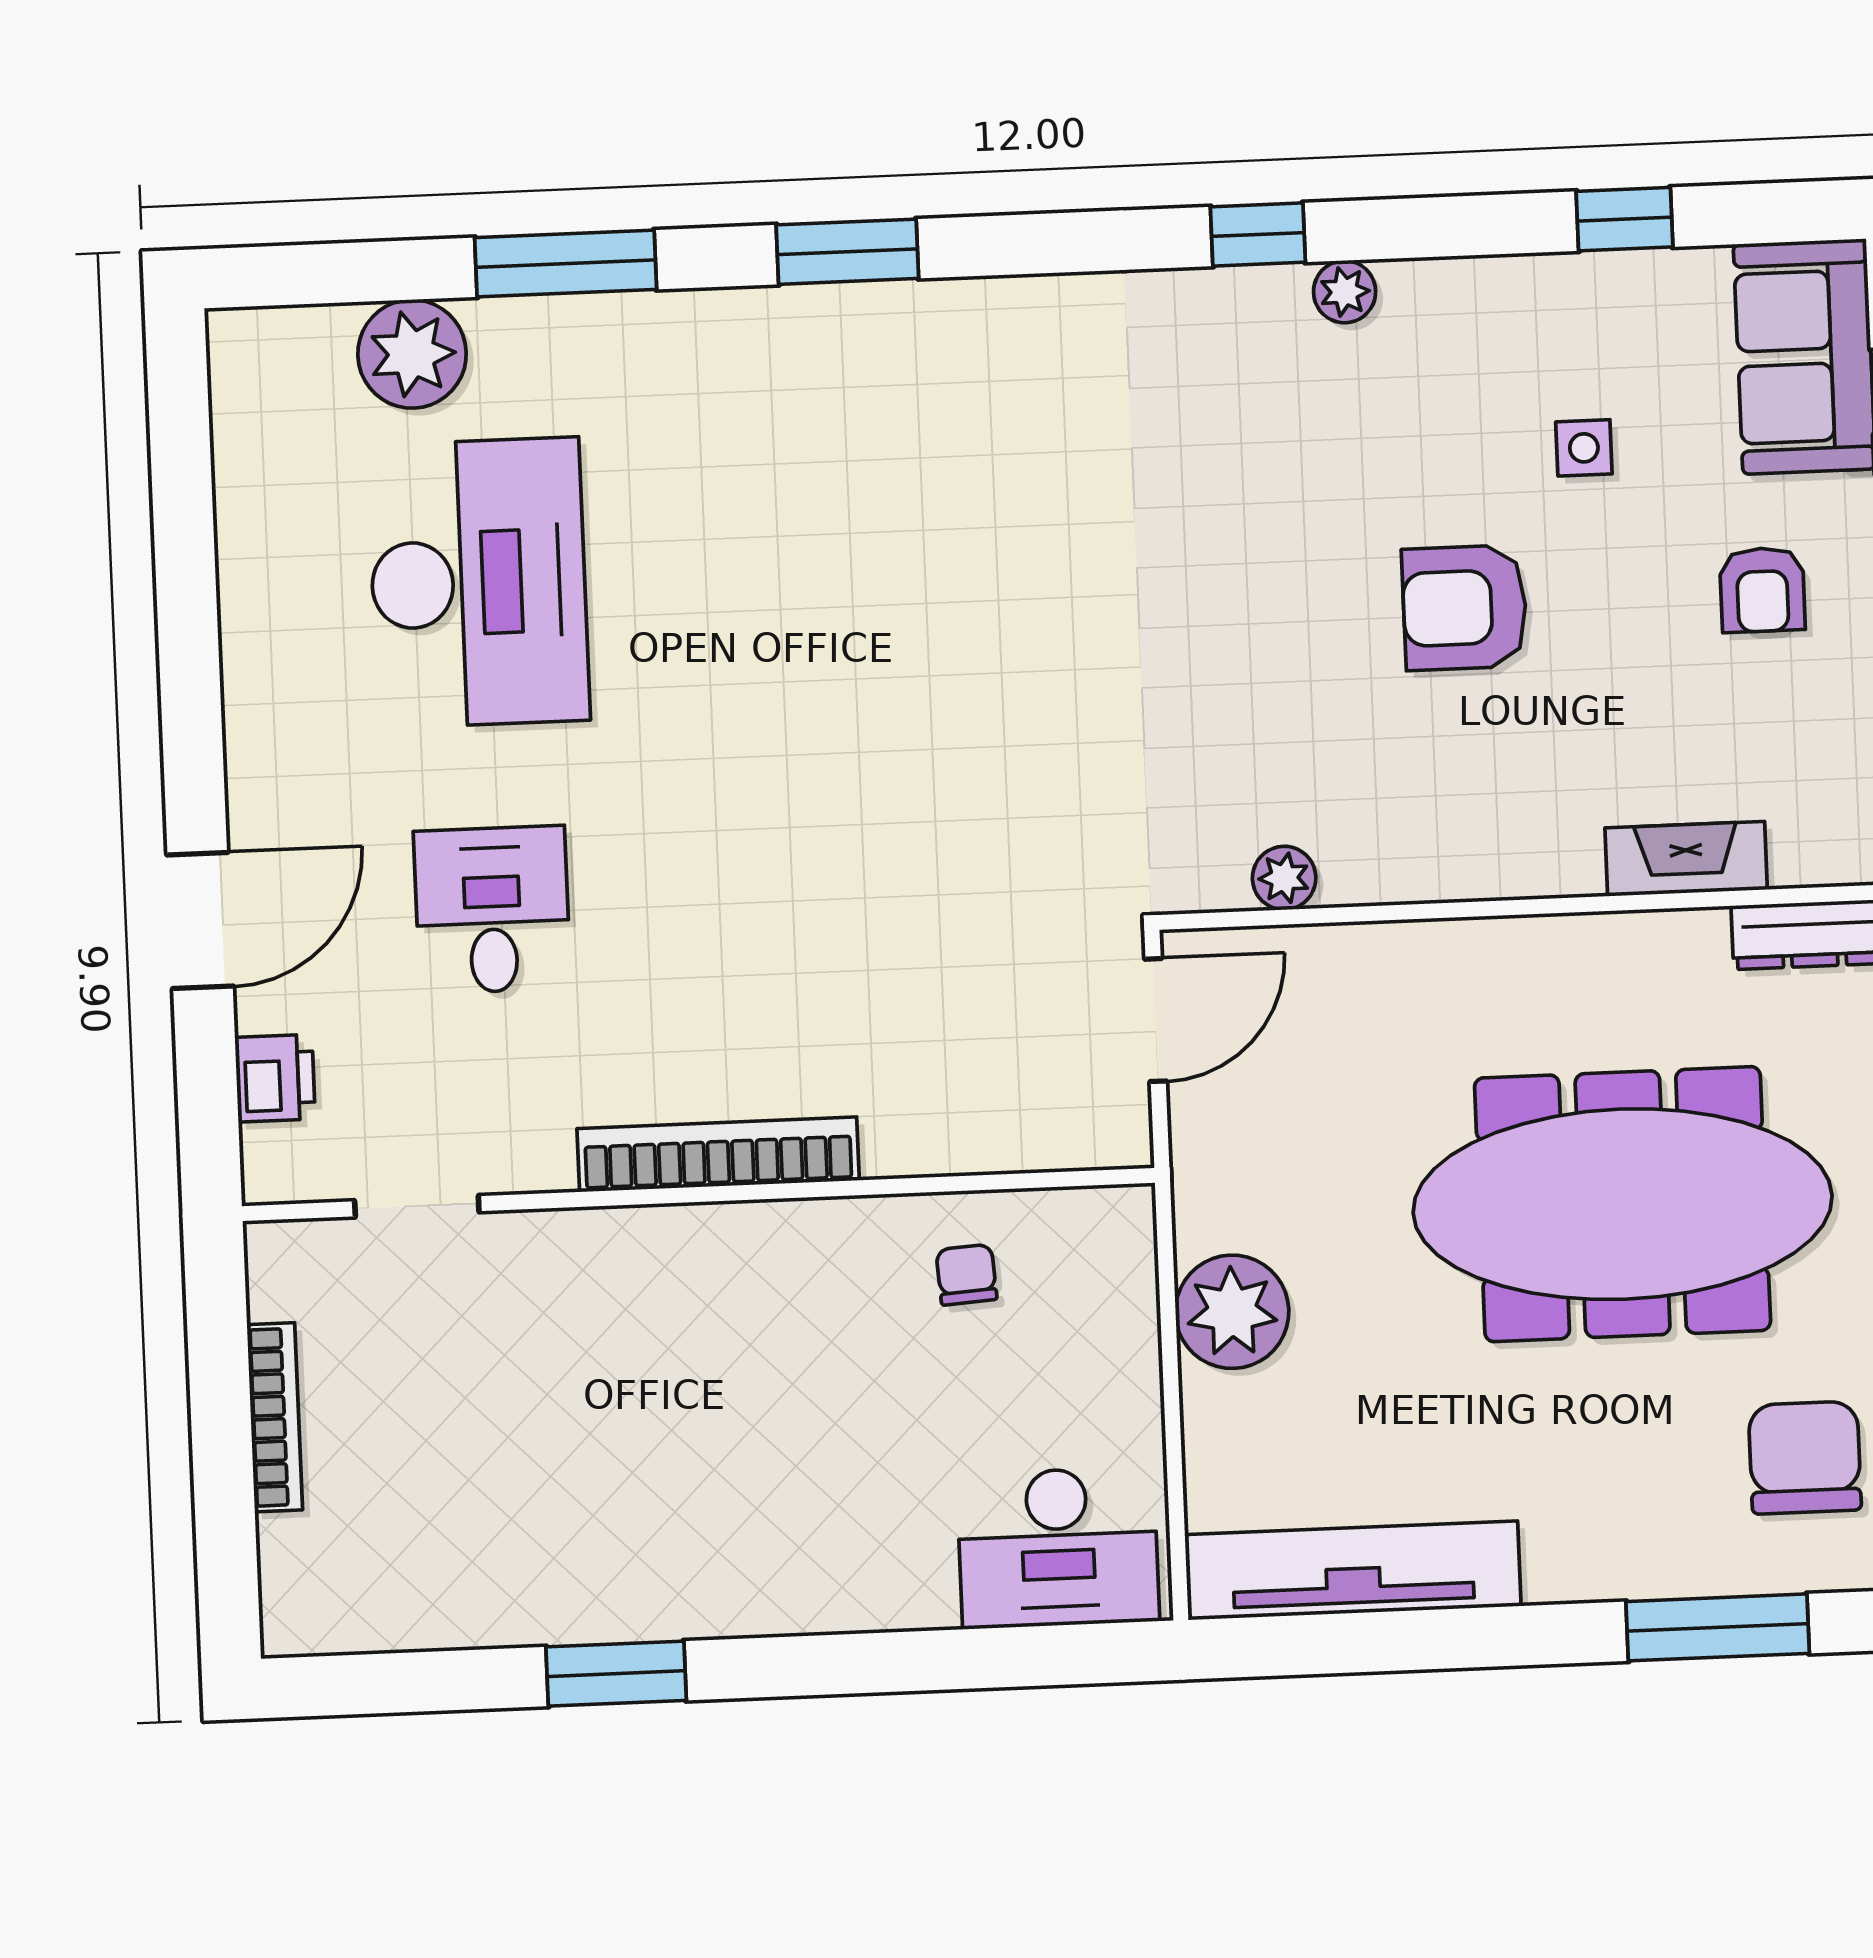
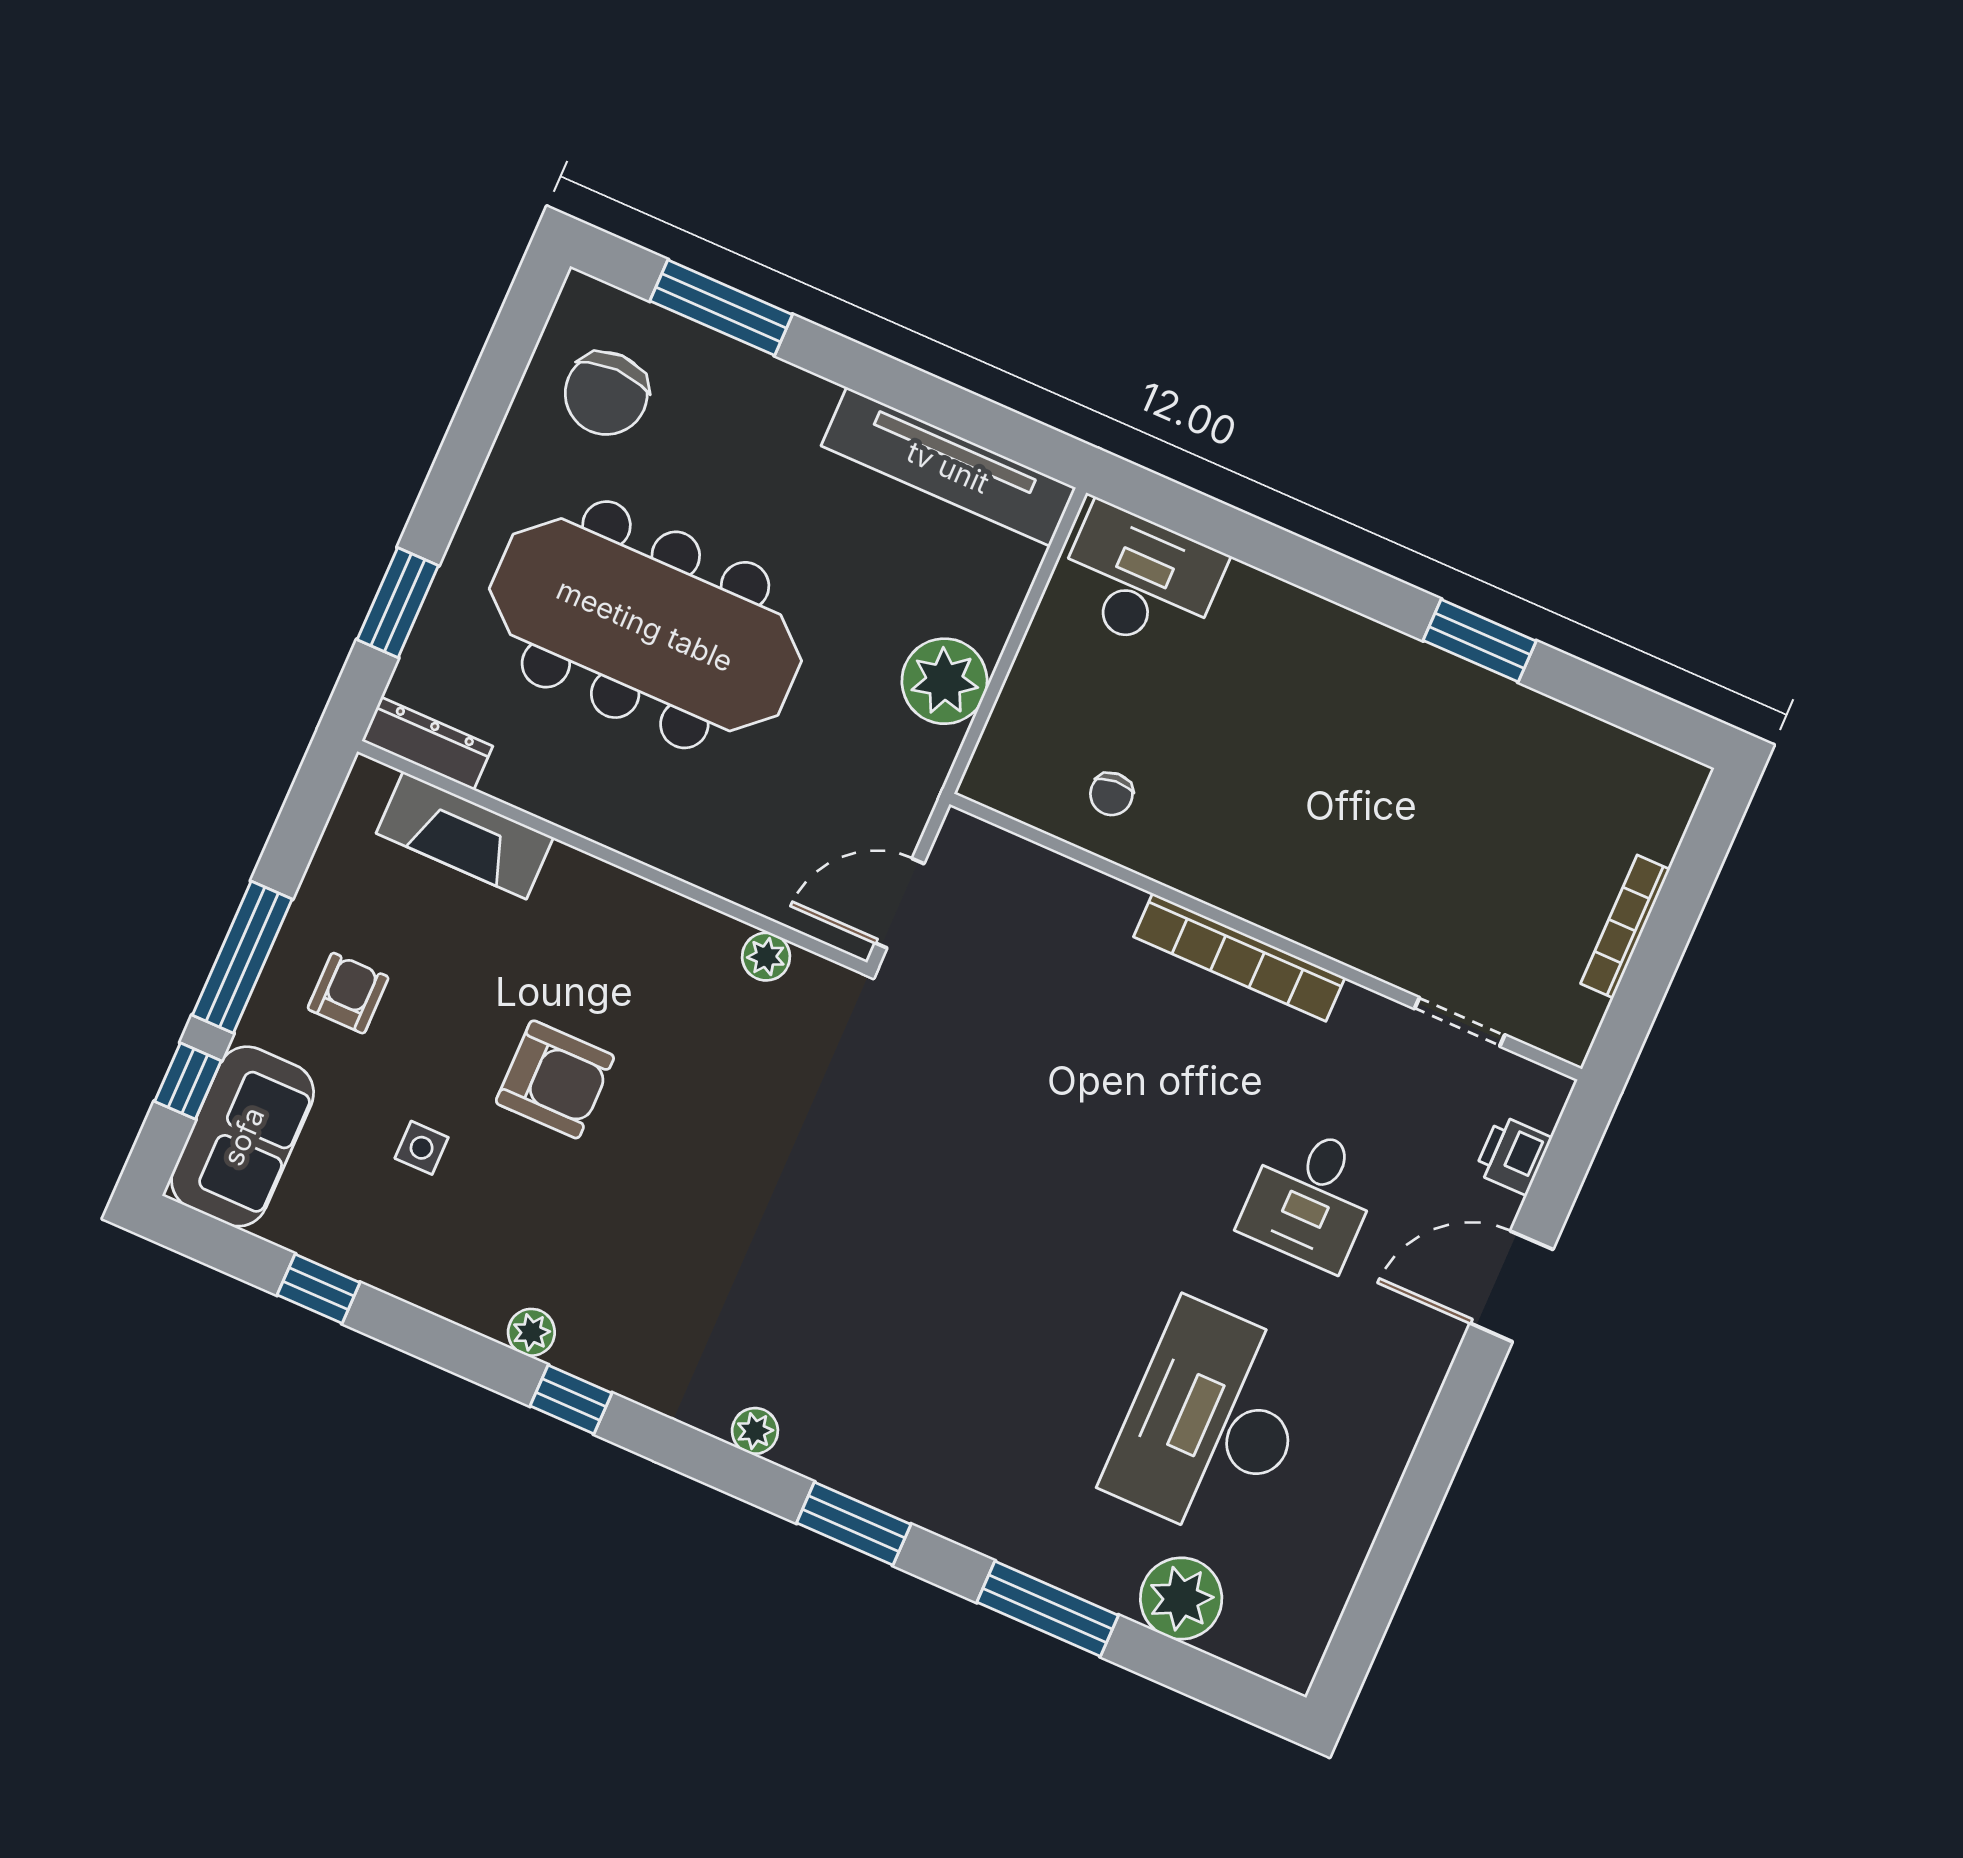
plant: (1020, 305) -> (755, 1431), added
fireplace: (1686, 859) -> (465, 835), width x1.37, depth x1.32

